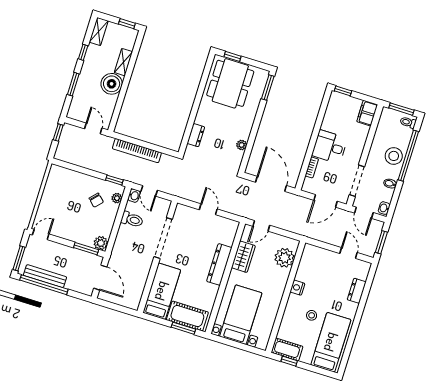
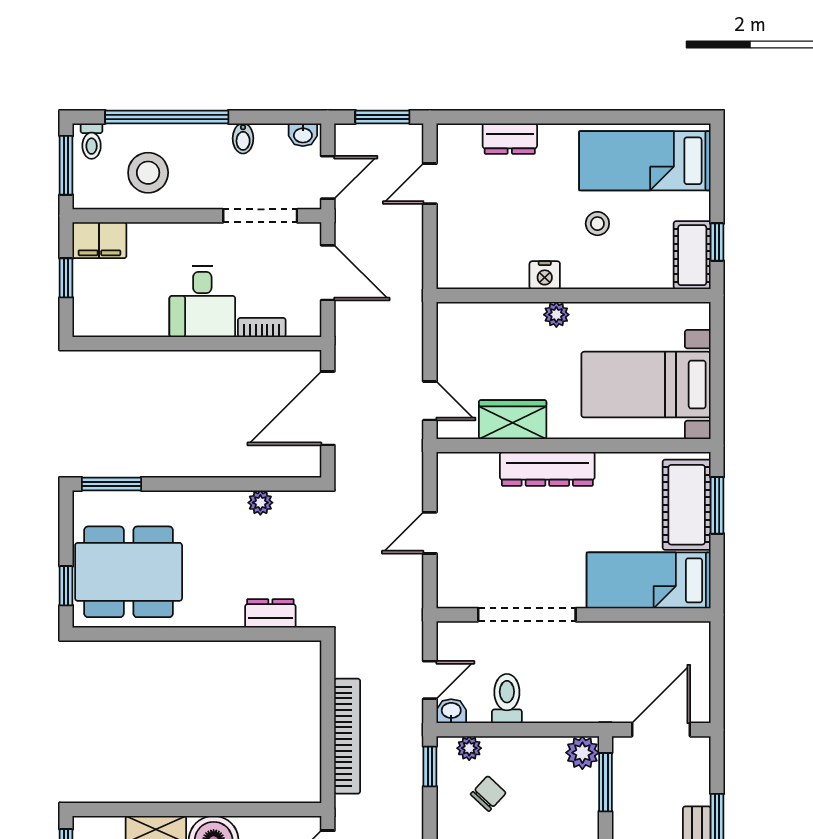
window: (343, 91) -> (66, 278), moved
stool: (394, 156) -> (148, 173), moved
plant: (285, 258) -> (556, 315), moved, width x0.53, depth x0.53

